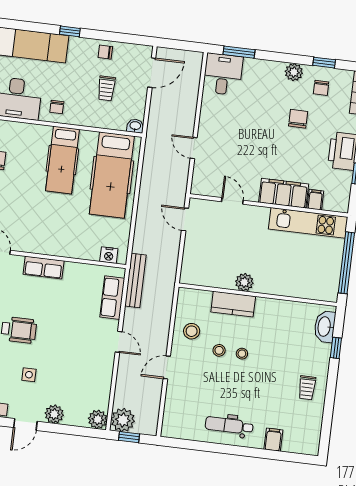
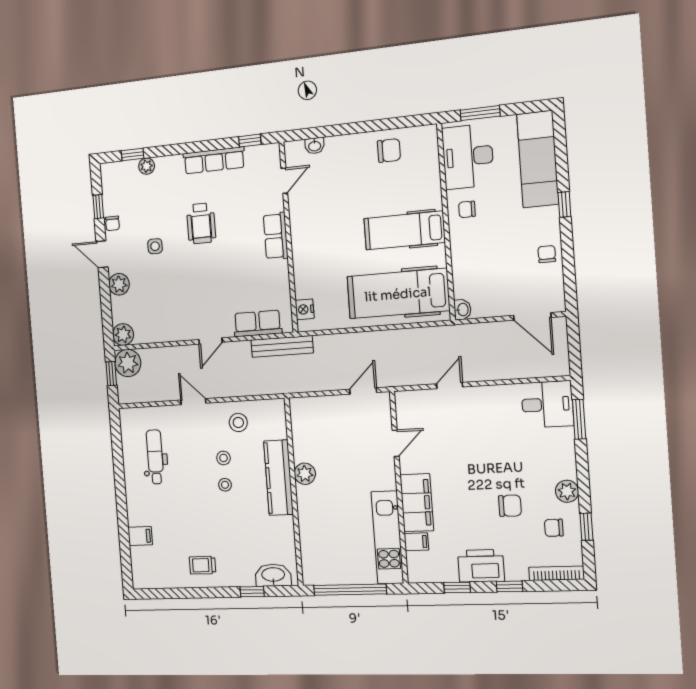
trolley: (106, 88) -> (502, 265), removed
kitchen counter: (233, 304) -> (279, 478), width x1.50
dental chair: (229, 425) -> (155, 457), moved

